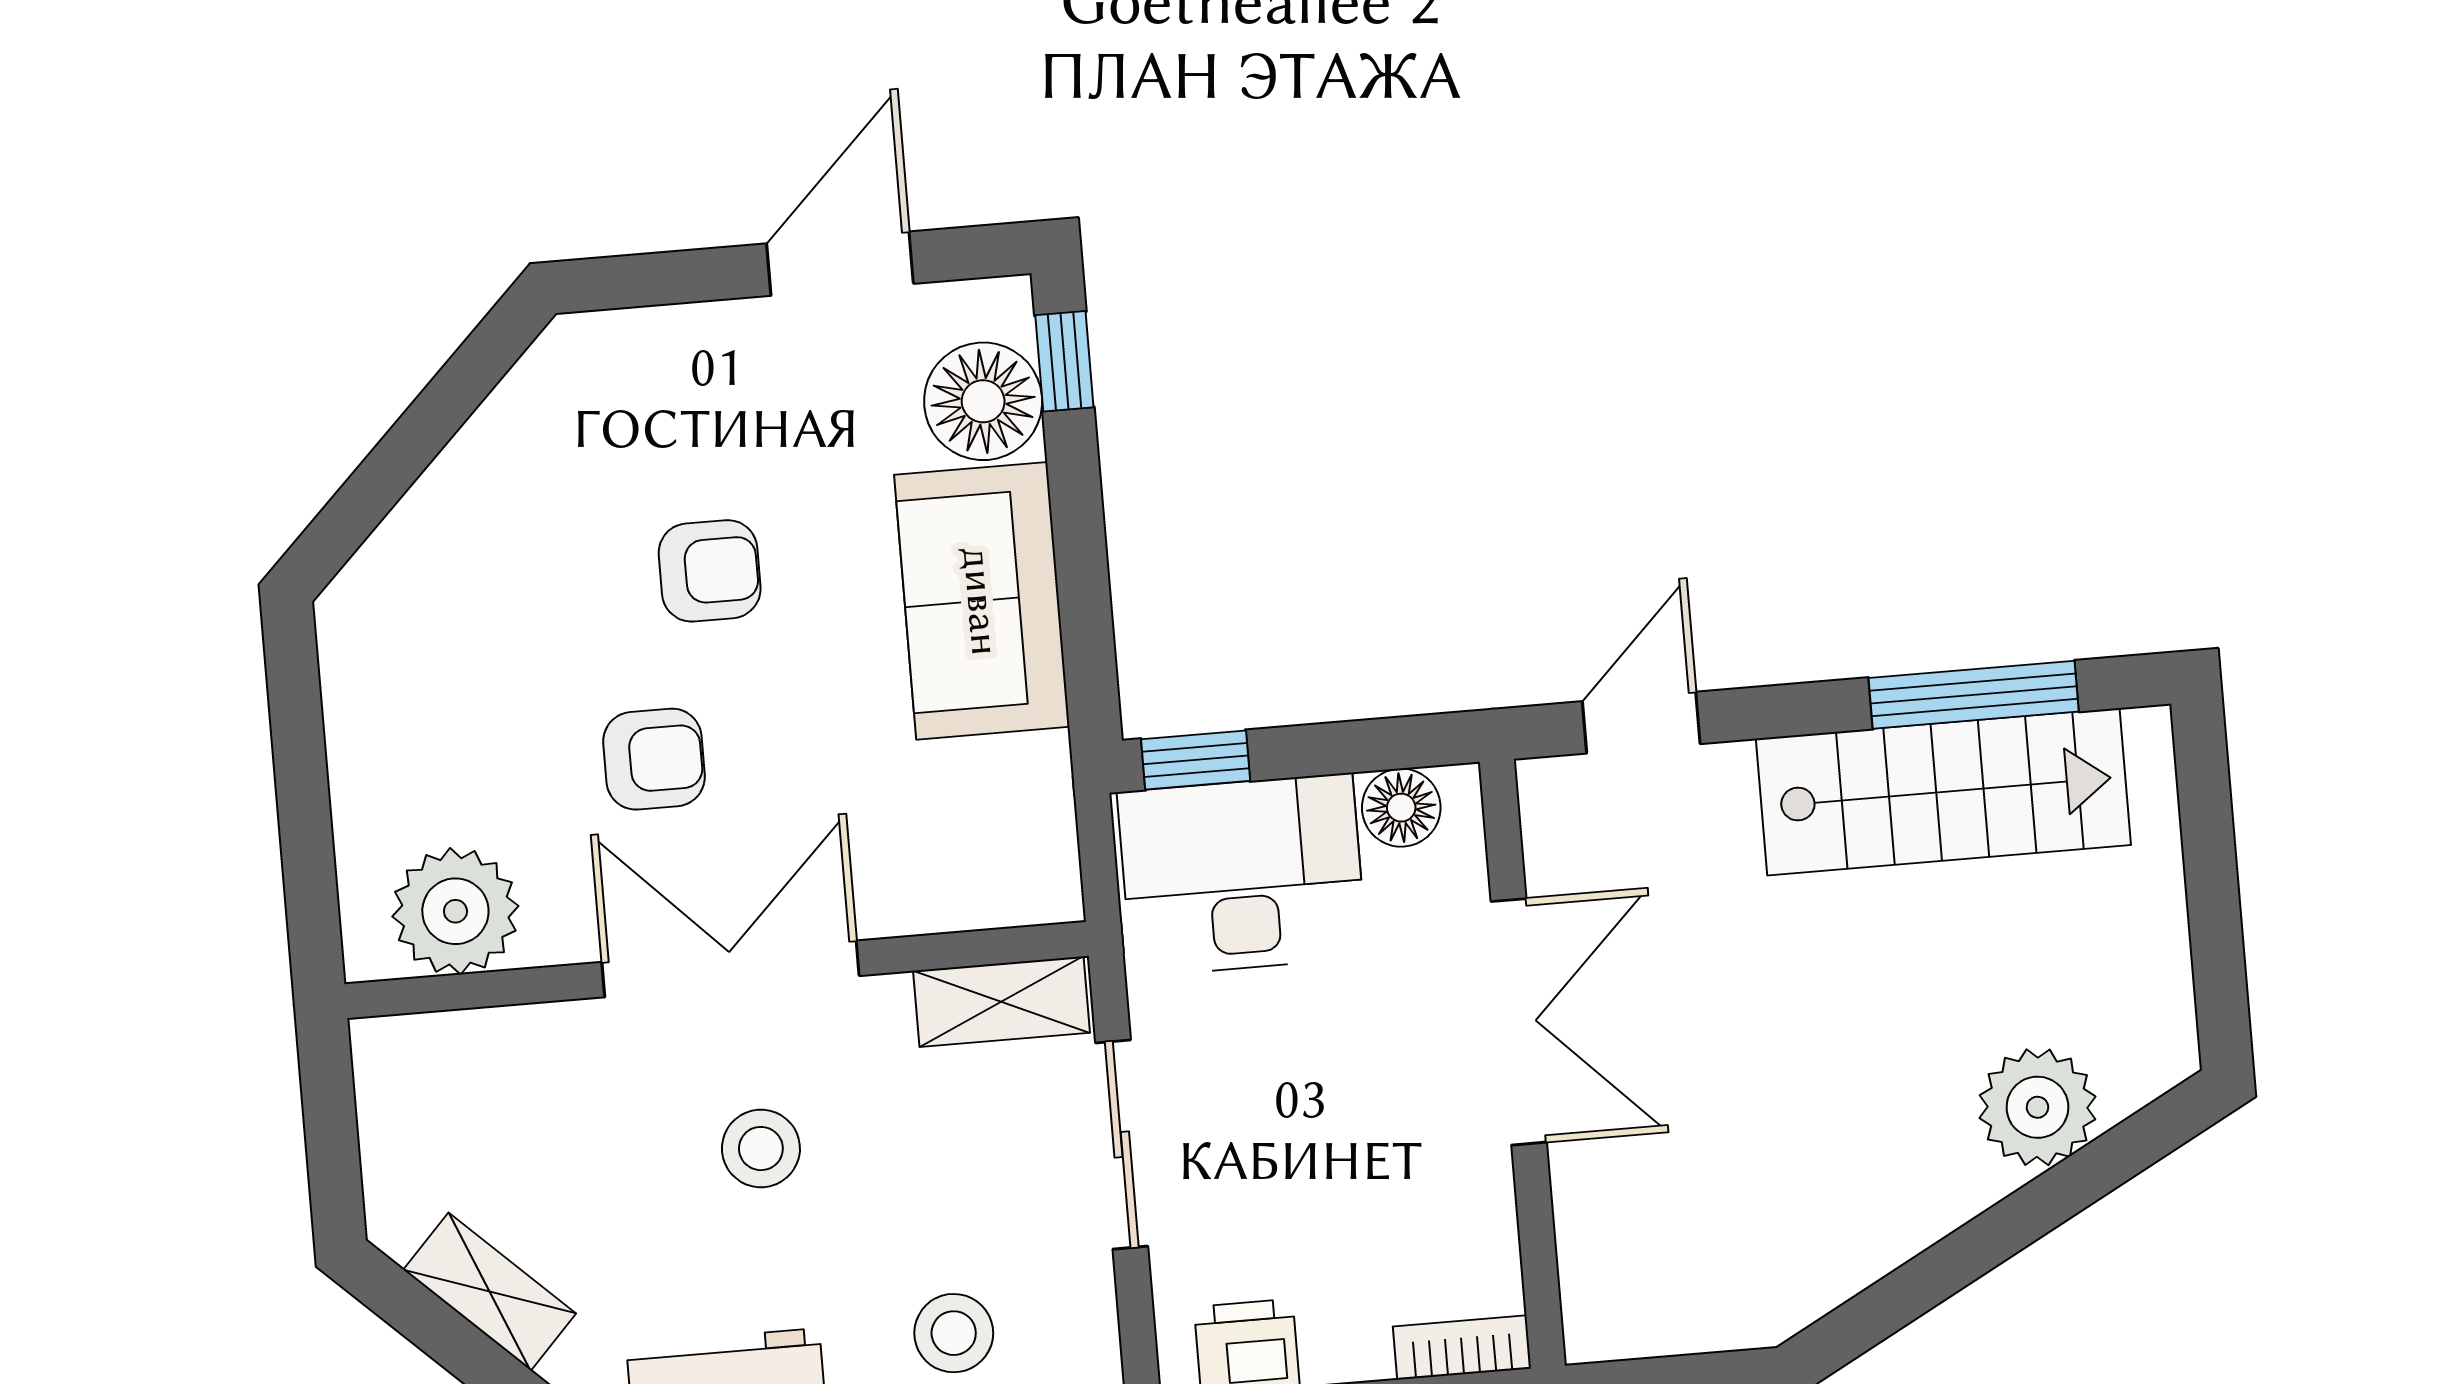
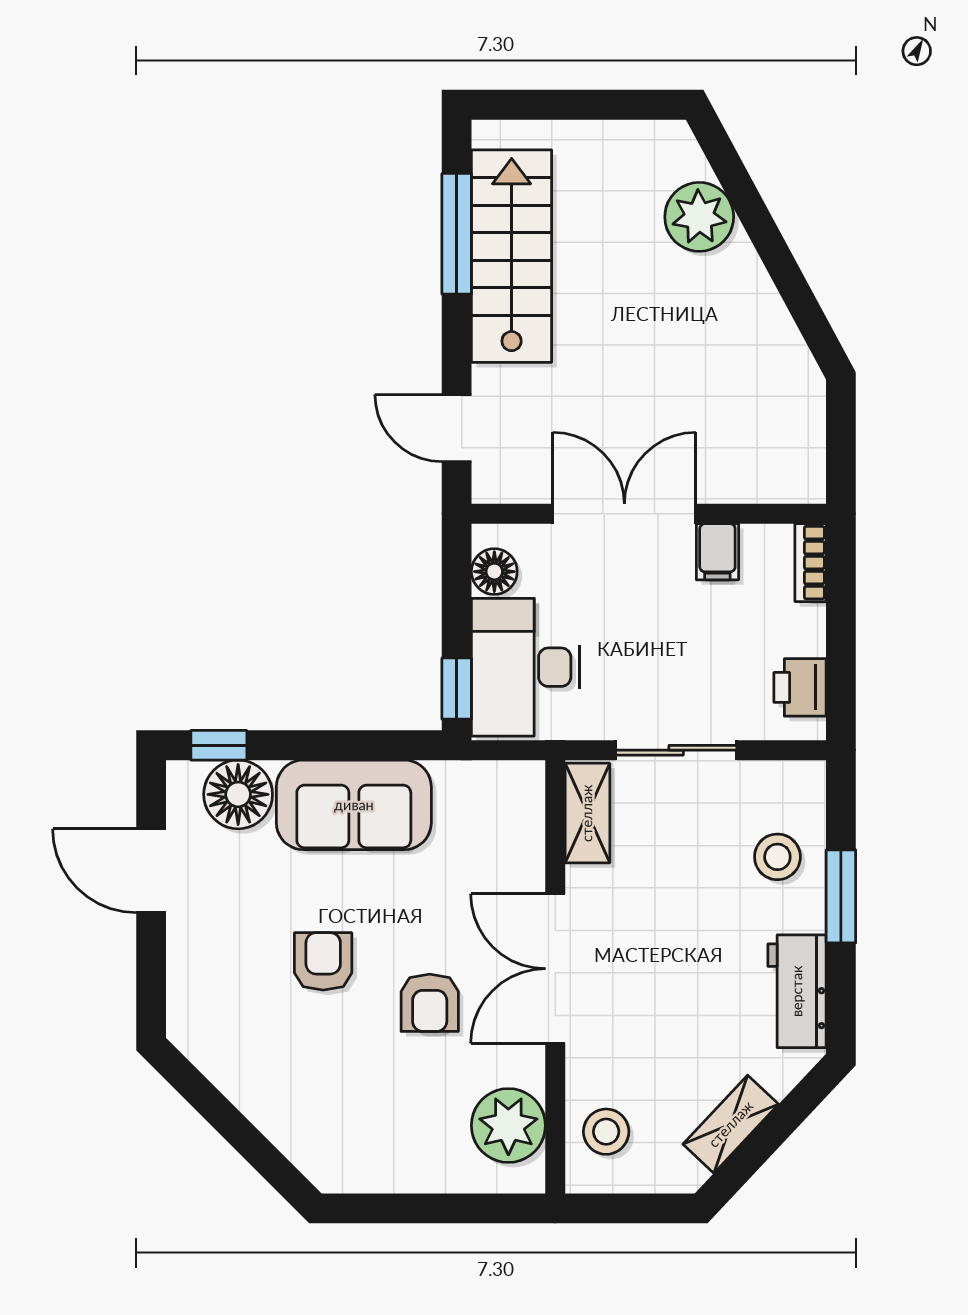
armchair: (654, 759) -> (430, 1003), turned 180
stool: (761, 1149) -> (606, 1132), moved
filing cabinet: (1467, 1187) -> (717, 552), added

